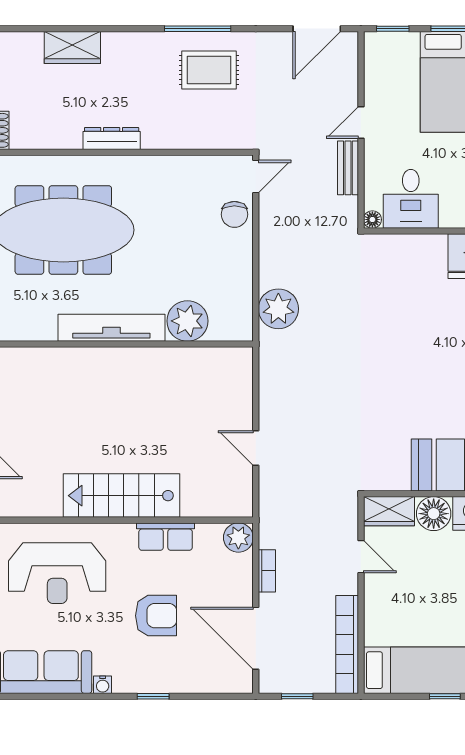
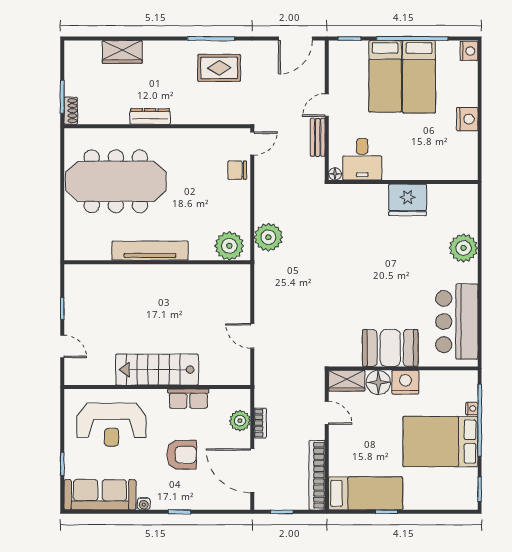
chair: (234, 214) -> (237, 170), turned 90
plant: (187, 321) -> (229, 246), moved
plant: (238, 538) -> (240, 421), moved

